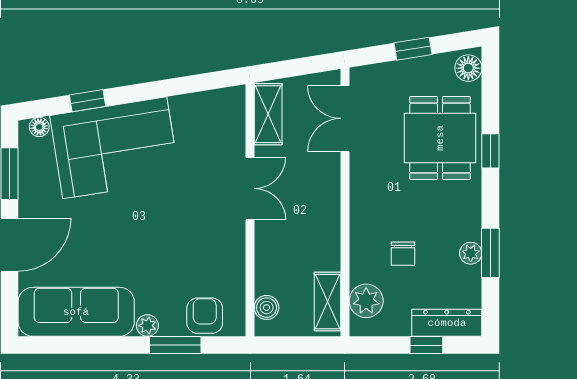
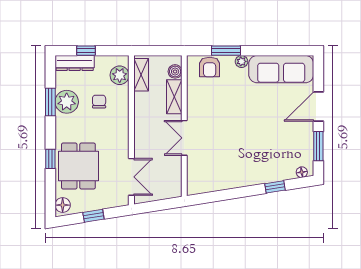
shelving: (268, 114) -> (174, 97), moved
corner sofa: (115, 148) -> (260, 161), removed
plant: (471, 253) -> (67, 102), width x1.88, depth x1.88

